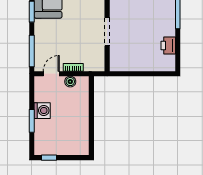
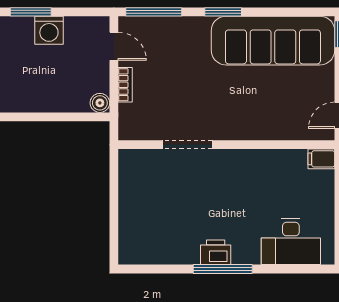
printer: (168, 46) -> (216, 252), moved
boiler: (70, 82) -> (100, 103), moved

